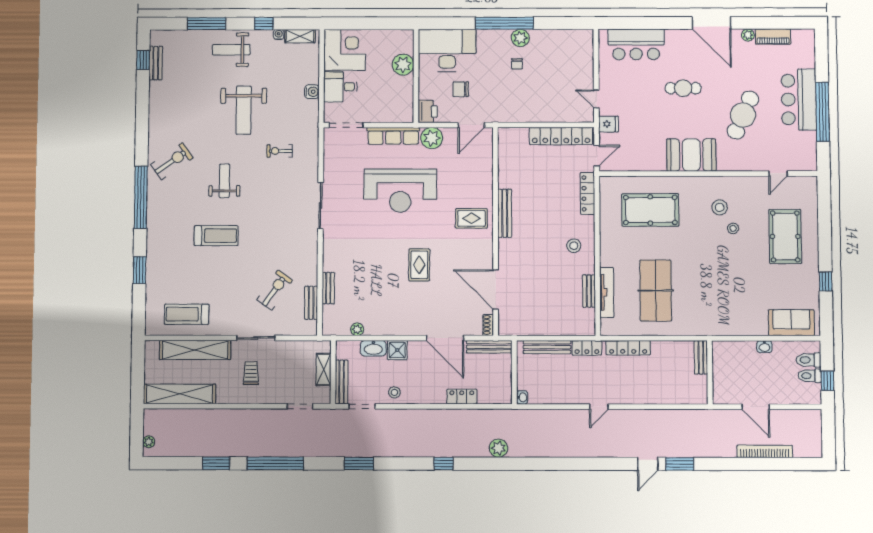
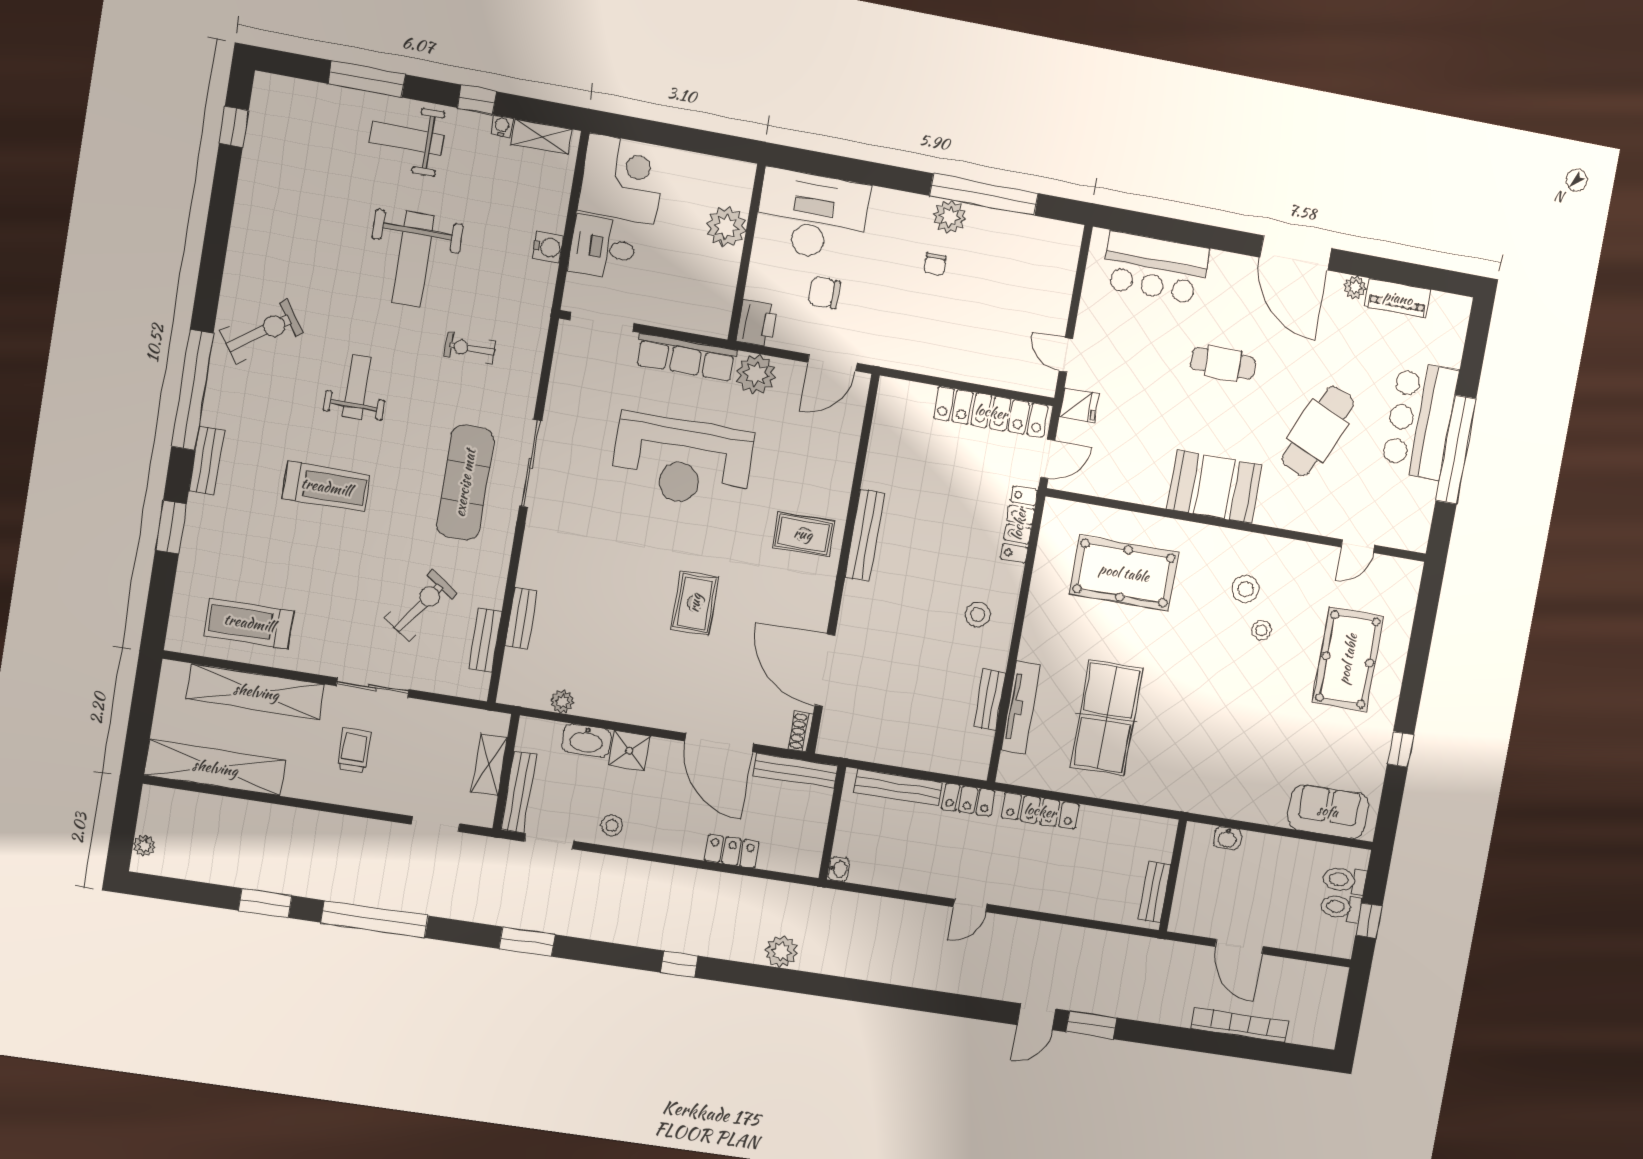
window: (504, 23) -> (984, 195), moved
bench: (156, 63) -> (206, 461), moved
exercise mat: (288, 221) -> (465, 483), added
washbasin: (764, 347) -> (1227, 838), moved
bench: (701, 357) -> (1154, 892), moved

